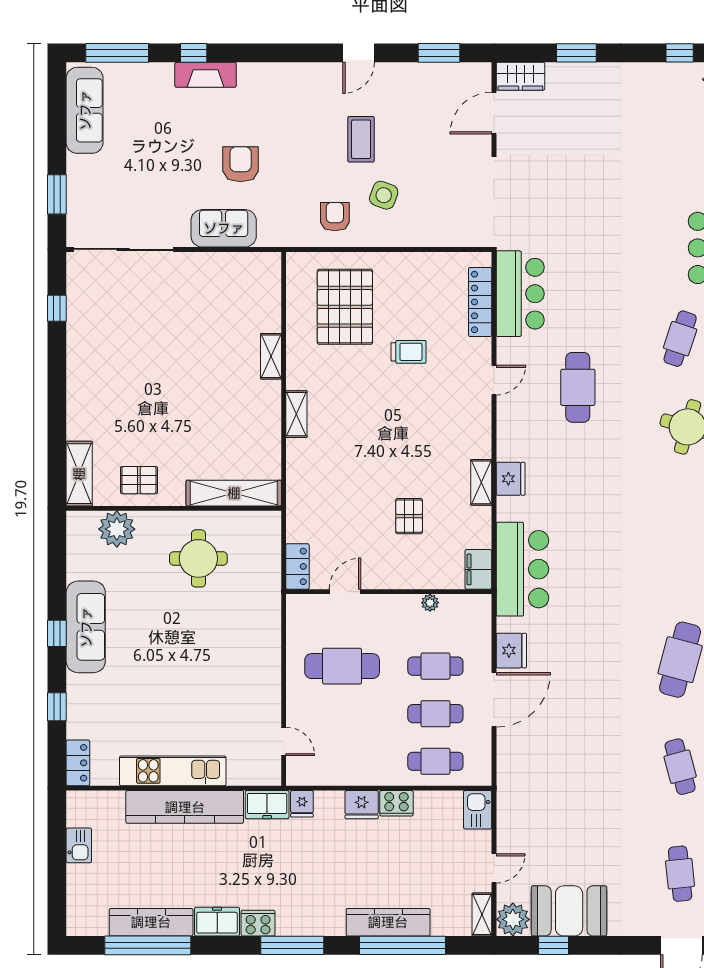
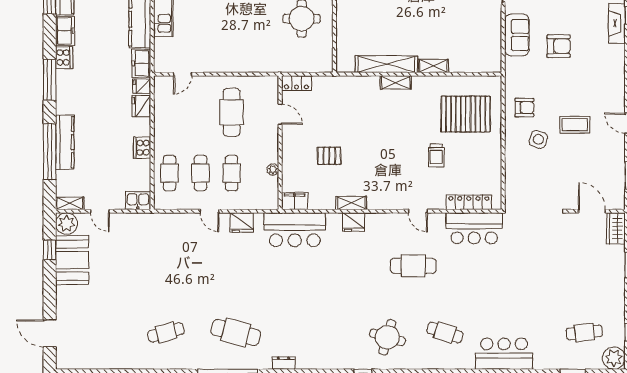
shelving: (234, 493) -> (386, 64), moved, turned 90
door: (494, 700) -> (210, 211), width x0.53
fridge: (362, 805) -> (141, 106), moved
cafe table: (680, 874) -> (584, 332), moved

